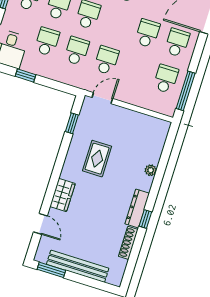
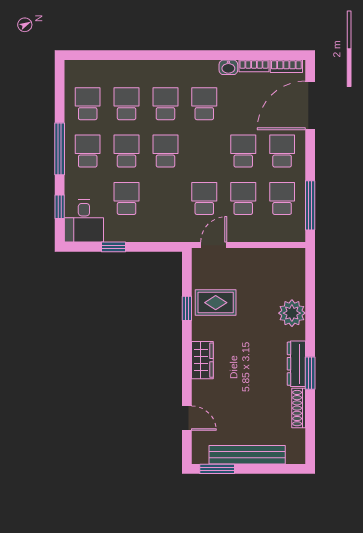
school desk: (77, 51) -> (243, 198), moved
window: (72, 123) -> (187, 308), moved
rug: (97, 159) -> (216, 303), moved, turned 90
plant: (151, 170) -> (292, 313), width x1.87, depth x1.87
wardrobe: (62, 195) -> (202, 360), moved
window: (145, 219) -> (310, 373), width x1.50

